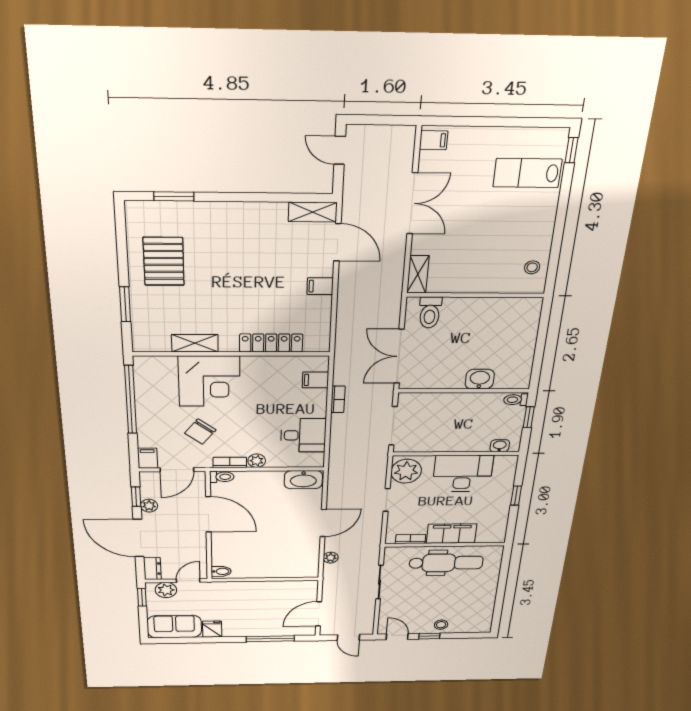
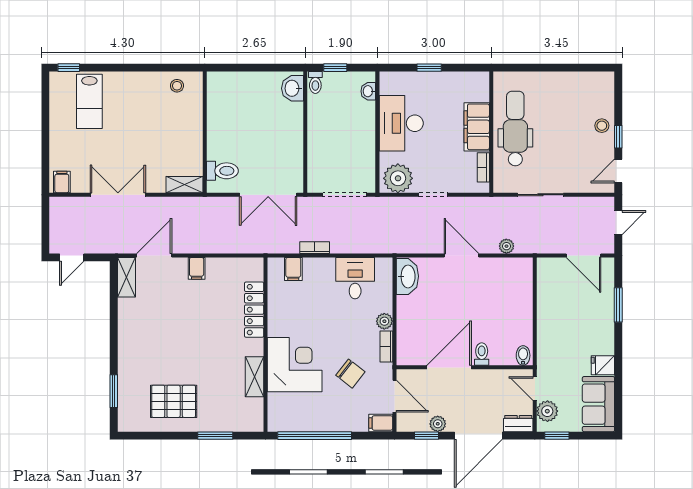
washbasin: (480, 379) -> (293, 88), moved
toilet: (222, 477) -> (482, 354), moved
window: (270, 639) -> (618, 305), width x0.69

